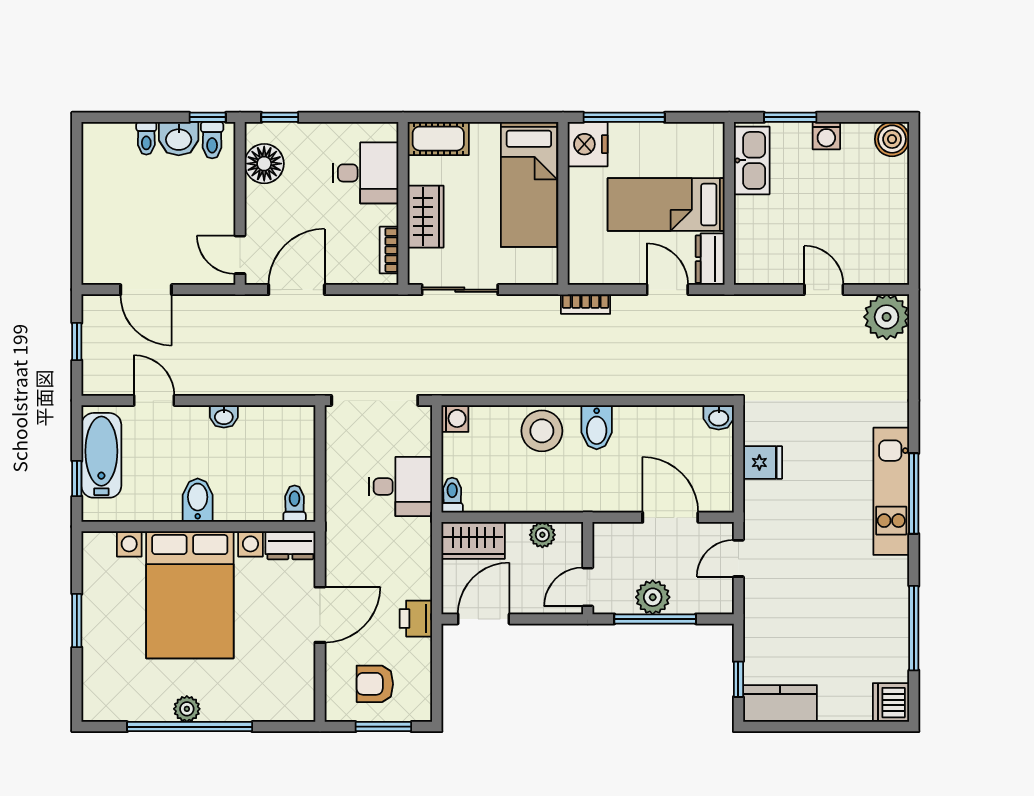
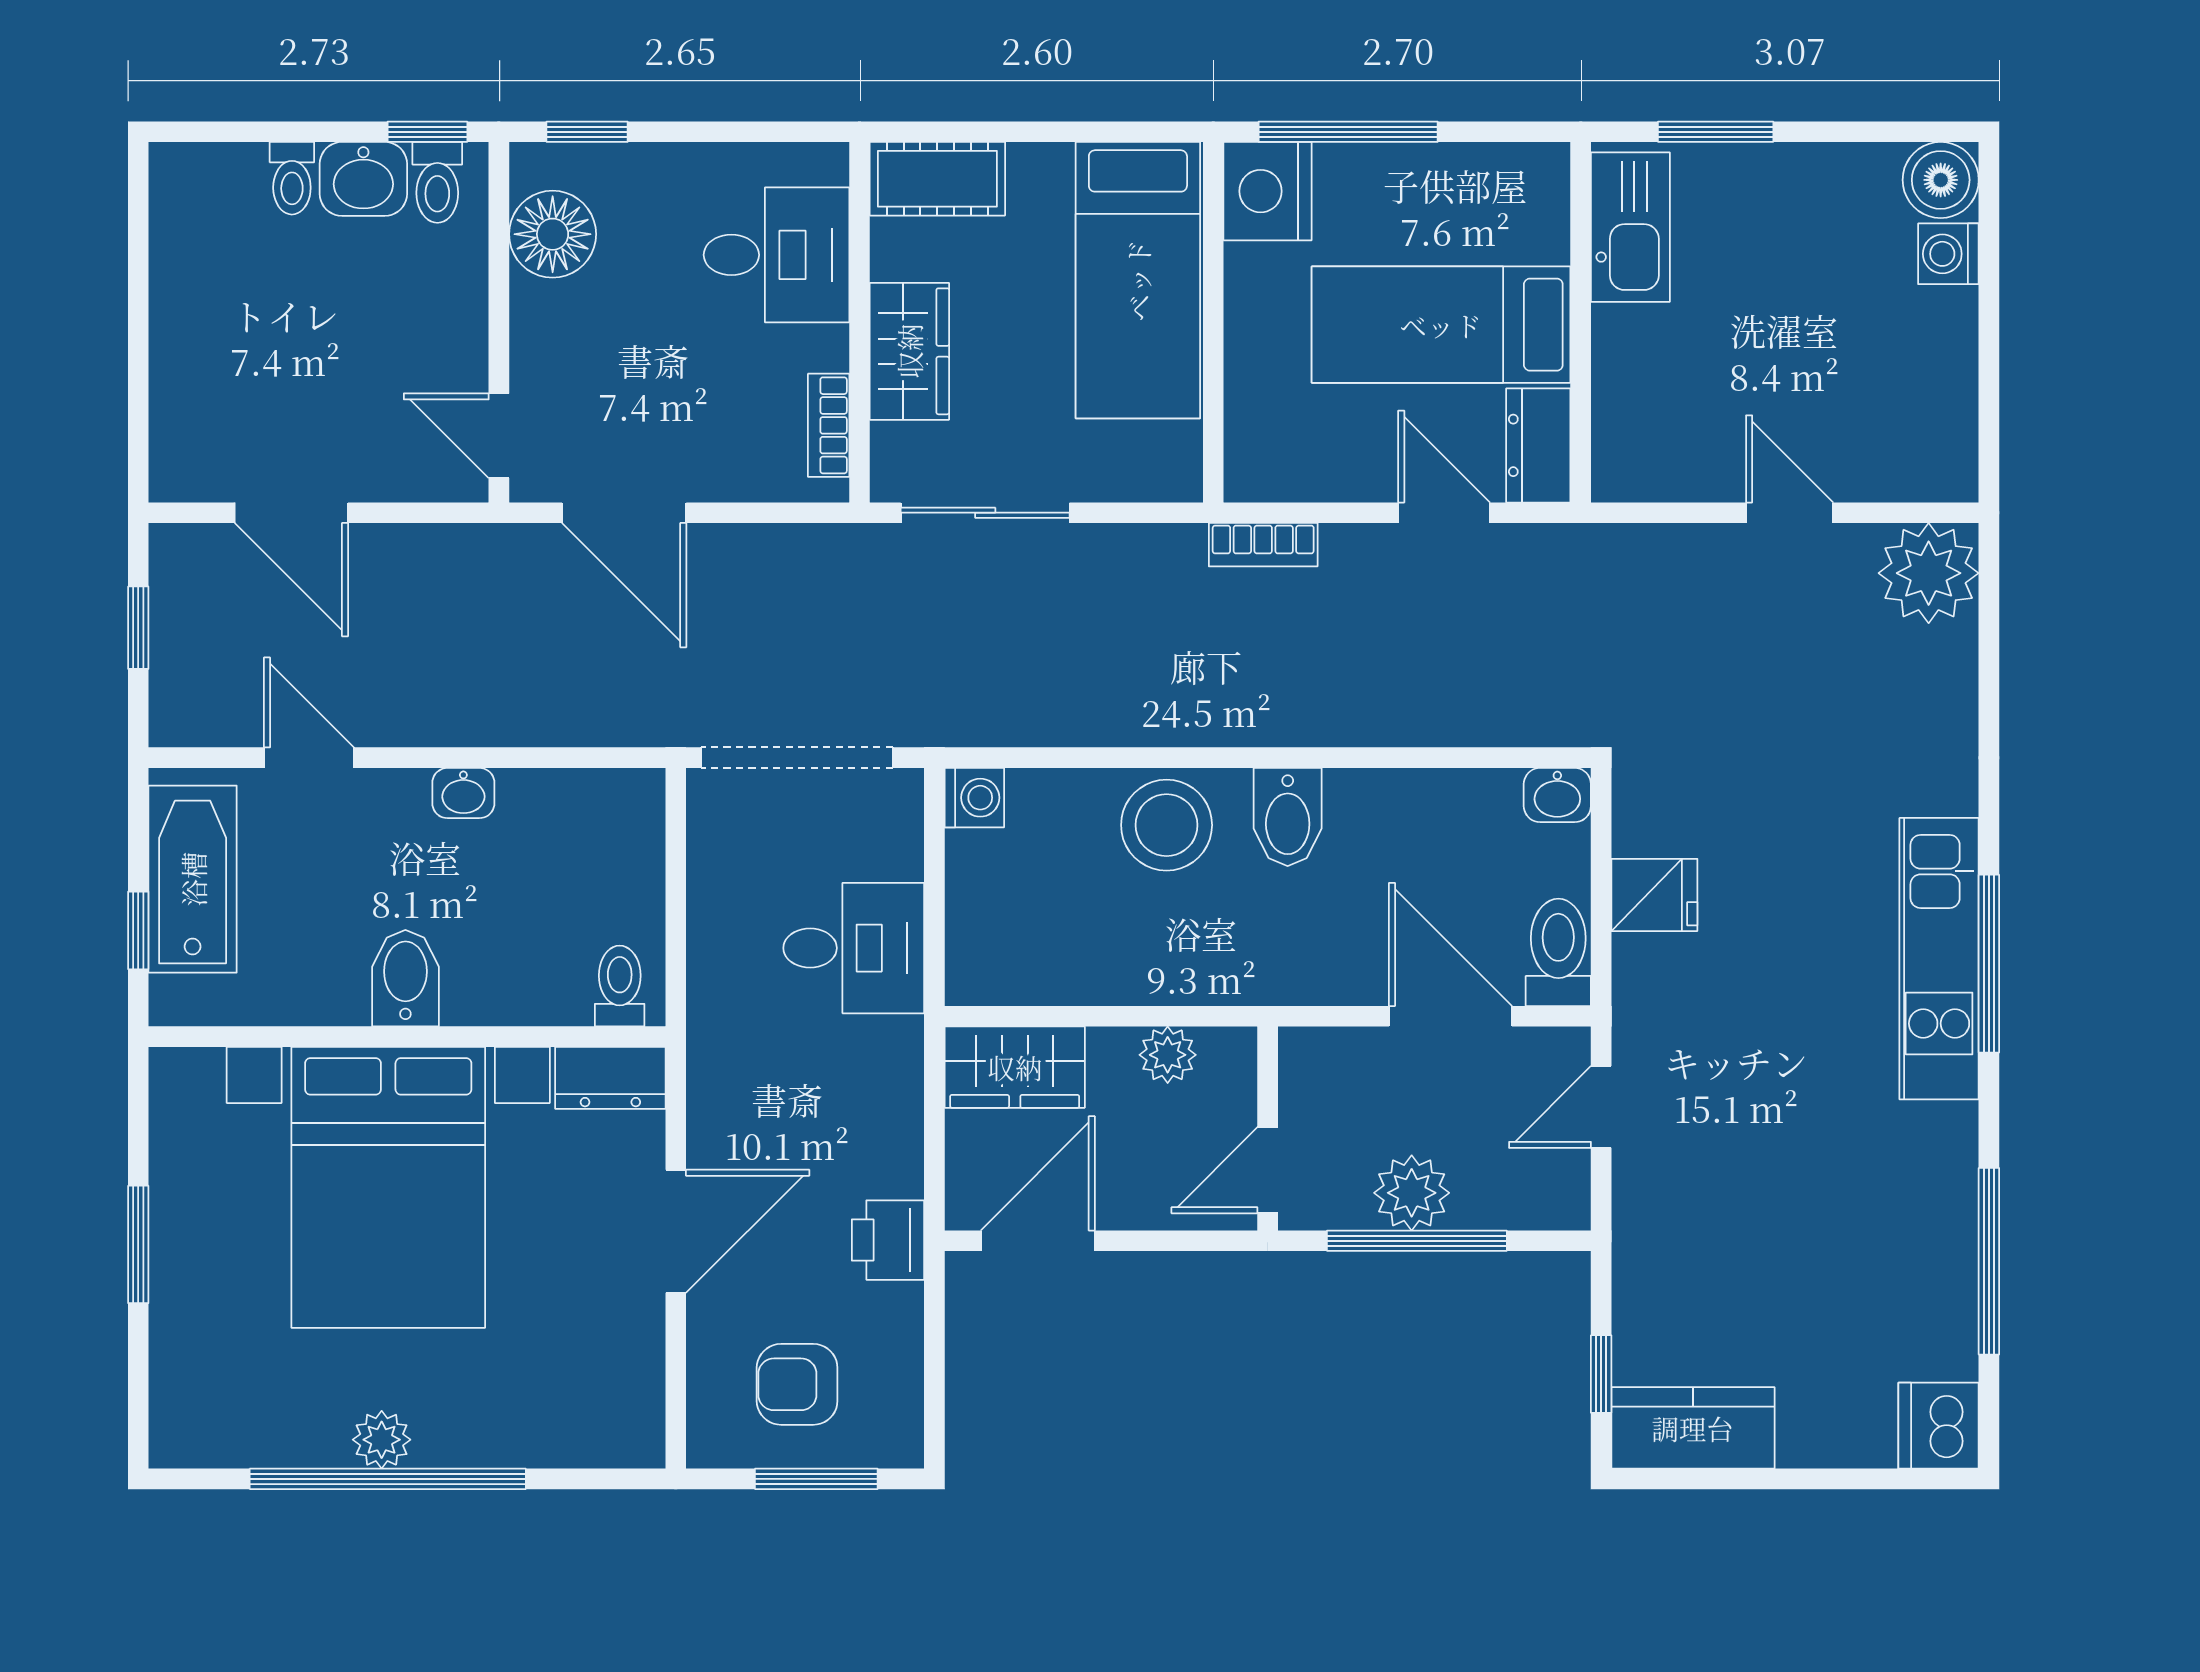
washing machine: (826, 136) -> (1948, 254), moved, turned 90
door: (297, 290) -> (624, 513), swing flipped
toilet: (452, 495) -> (1558, 952), moved, width x1.37, depth x1.39

